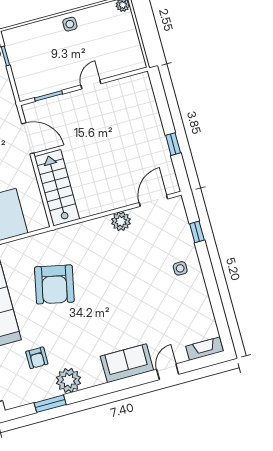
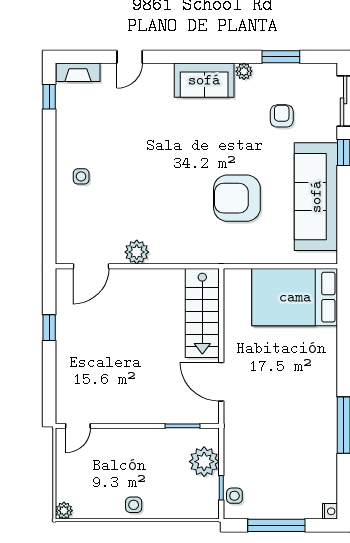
plant: (24, 73) -> (204, 462), added
door: (91, 84) -> (78, 426), moved
window: (197, 232) -> (49, 97), moved
armchair: (54, 284) -> (237, 198), turned -102
sofa: (127, 363) -> (204, 80), moved
plant: (69, 380) -> (244, 71), width x0.53, depth x0.53

